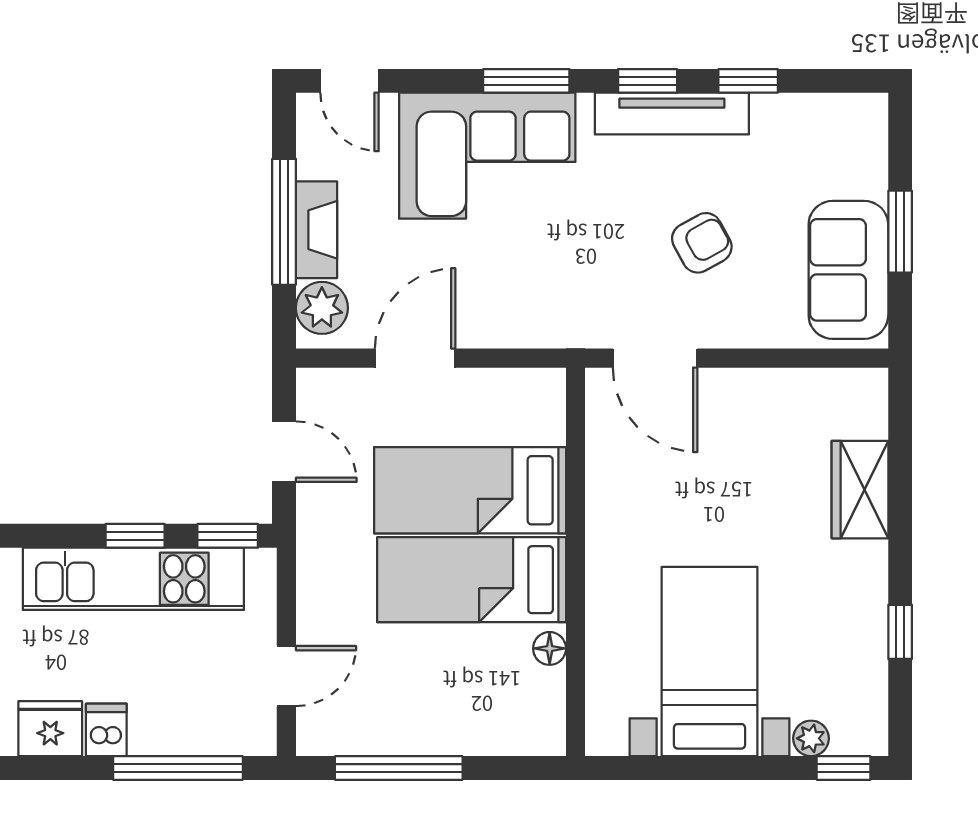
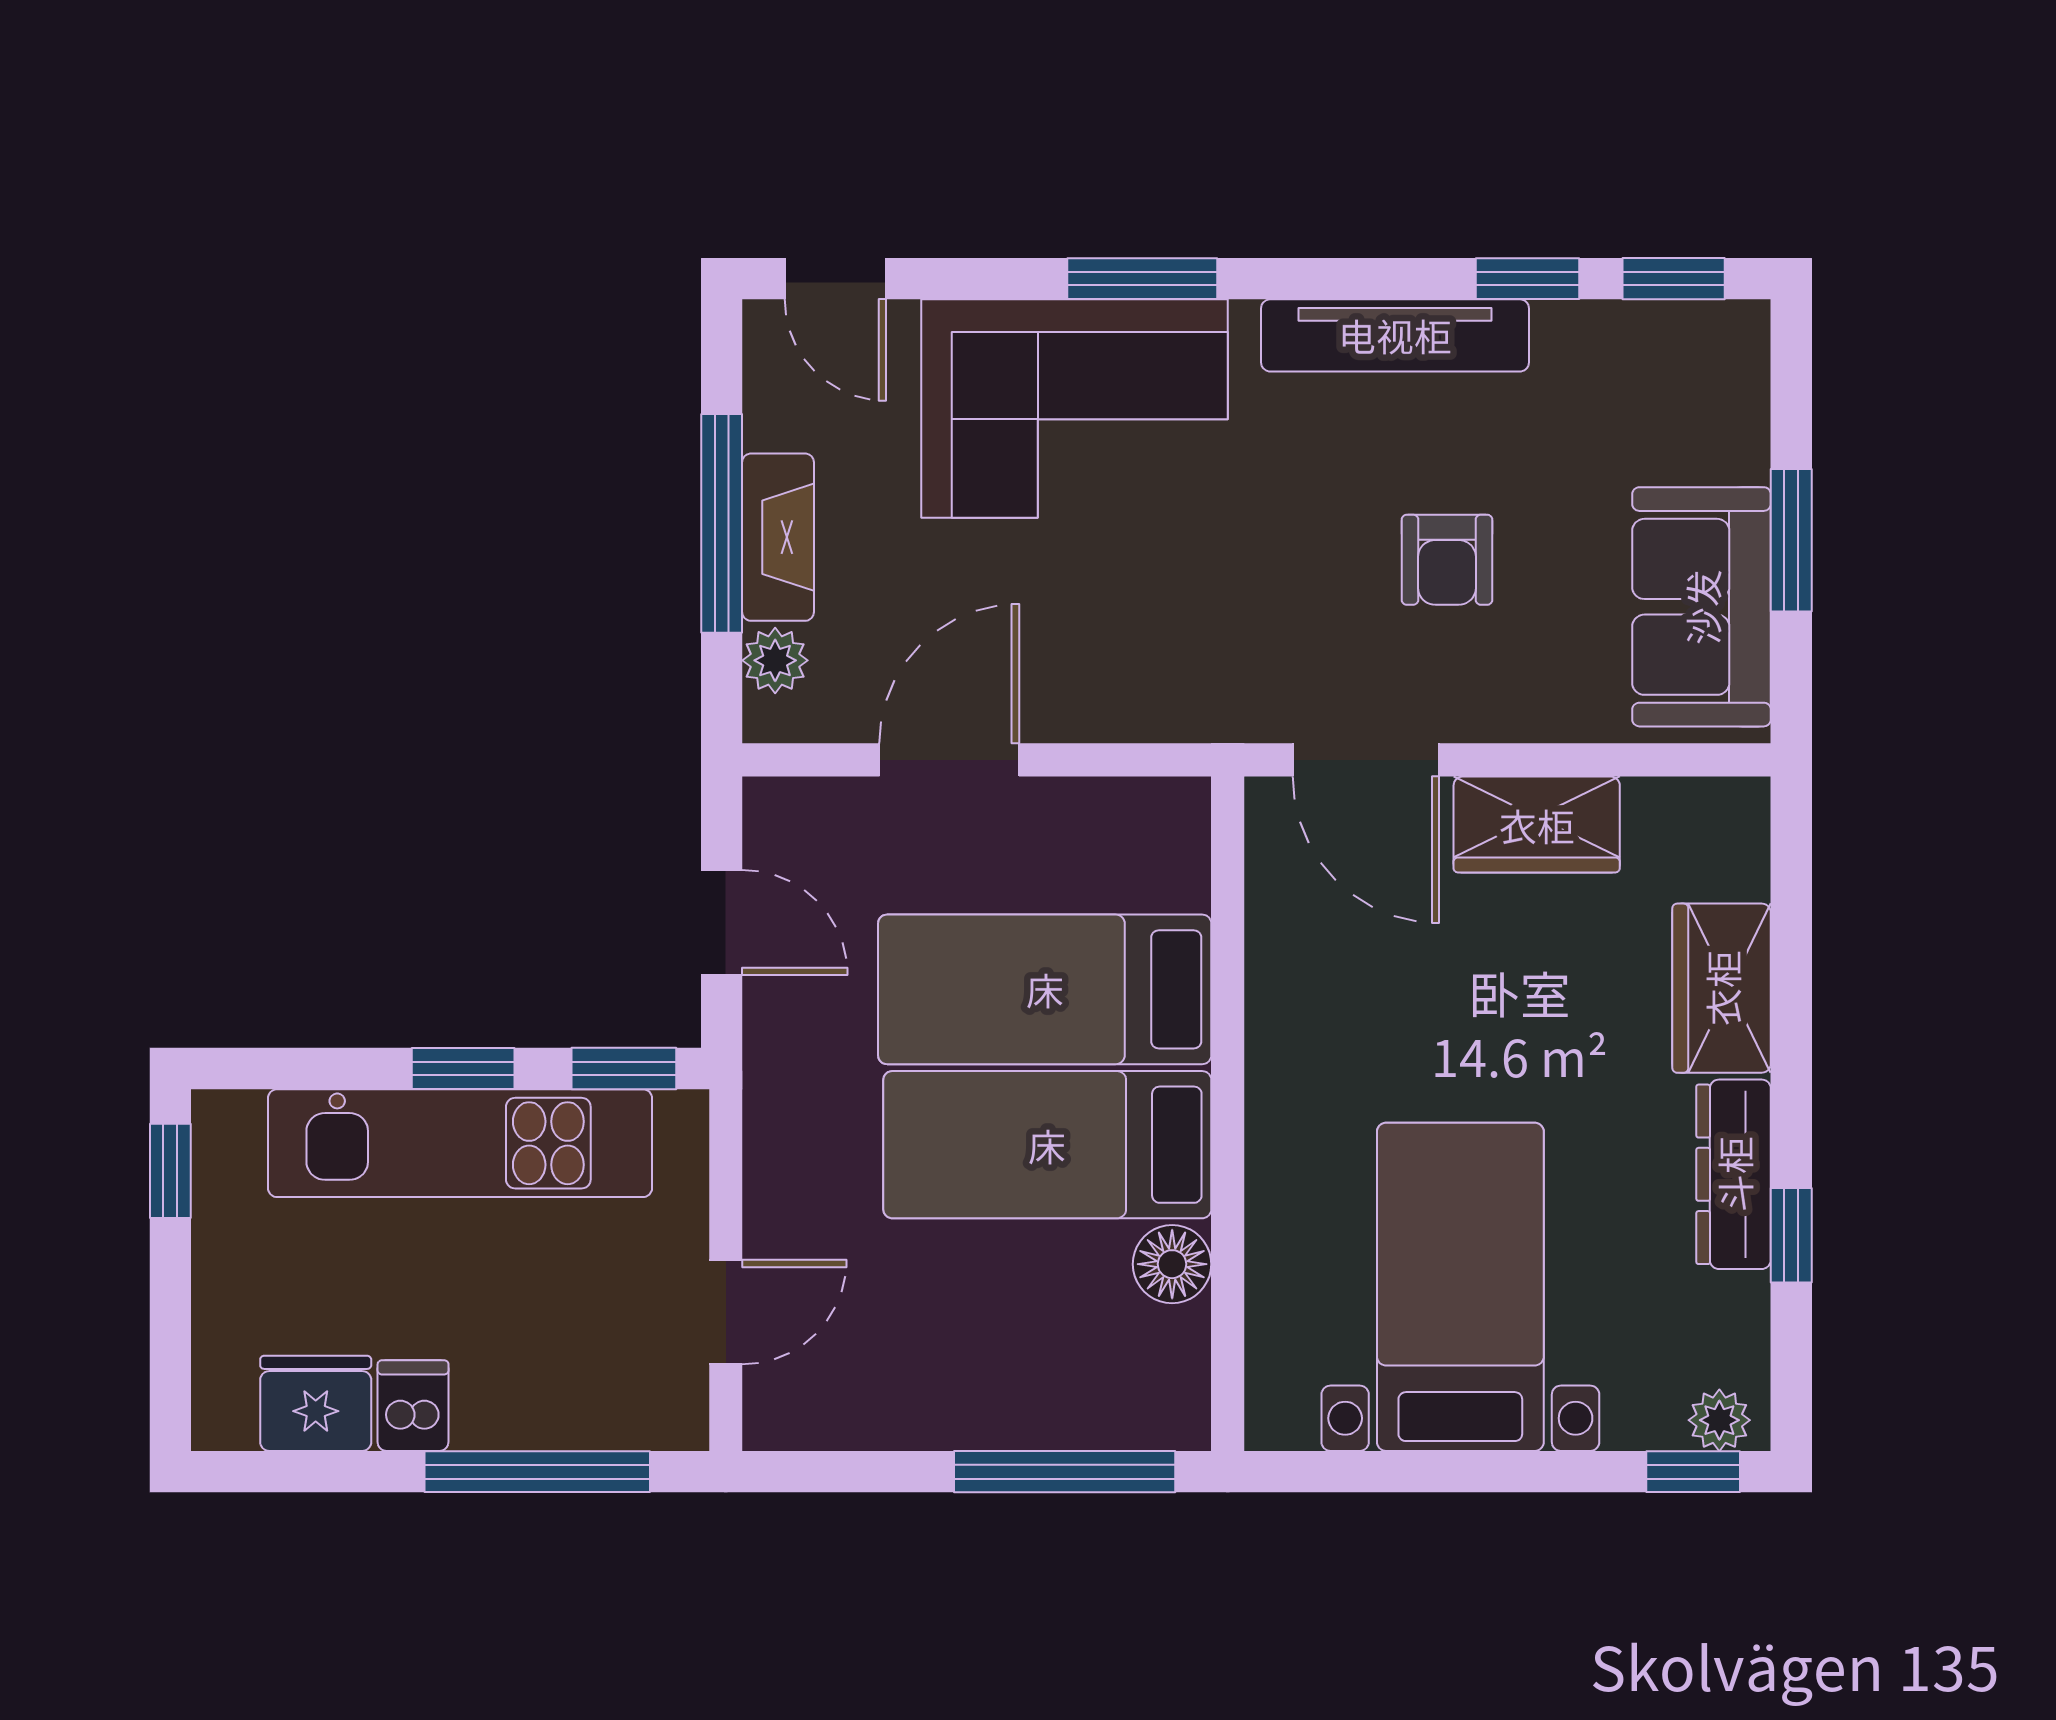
window: (648, 81) -> (1674, 279), moved
armchair: (702, 243) -> (1447, 560), turned 119
plant: (322, 308) -> (775, 660), width x0.73, depth x0.73
wardrobe: (753, 395) -> (1537, 825), added
dresser: (867, 597) -> (1734, 1174), added
floor lamp: (550, 648) -> (1172, 1264), width x1.37, depth x1.37
plant: (811, 738) -> (1719, 1420), moved
window: (399, 768) -> (1065, 1472), moved

